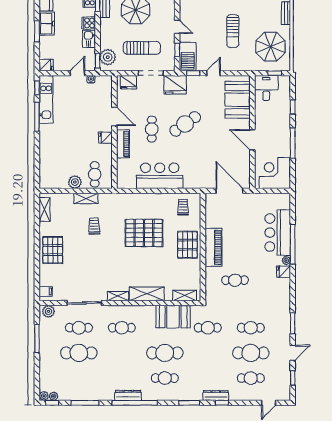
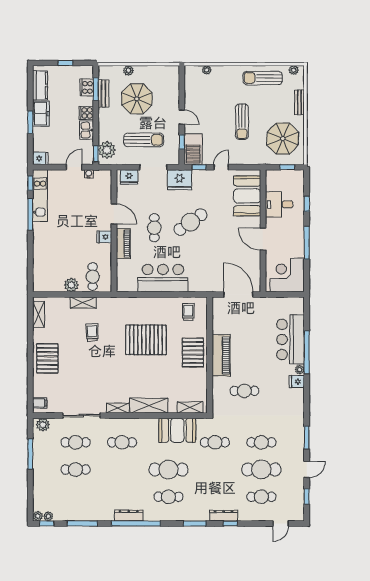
desk: (266, 88) -> (279, 204), moved, turned -90
cafe table: (79, 353) -> (76, 470), width x0.73, depth x0.74

